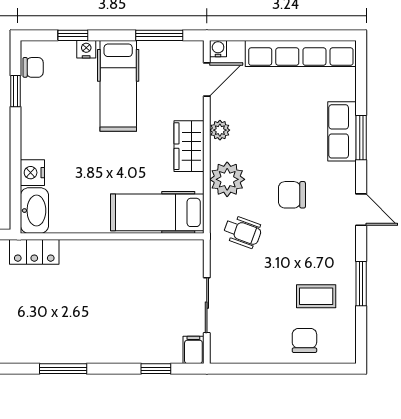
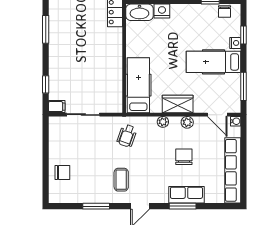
plant: (227, 179) -> (163, 122), width x0.53, depth x0.53
chair: (292, 195) -> (184, 157), moved
coffee table: (316, 296) -> (121, 180), moved

